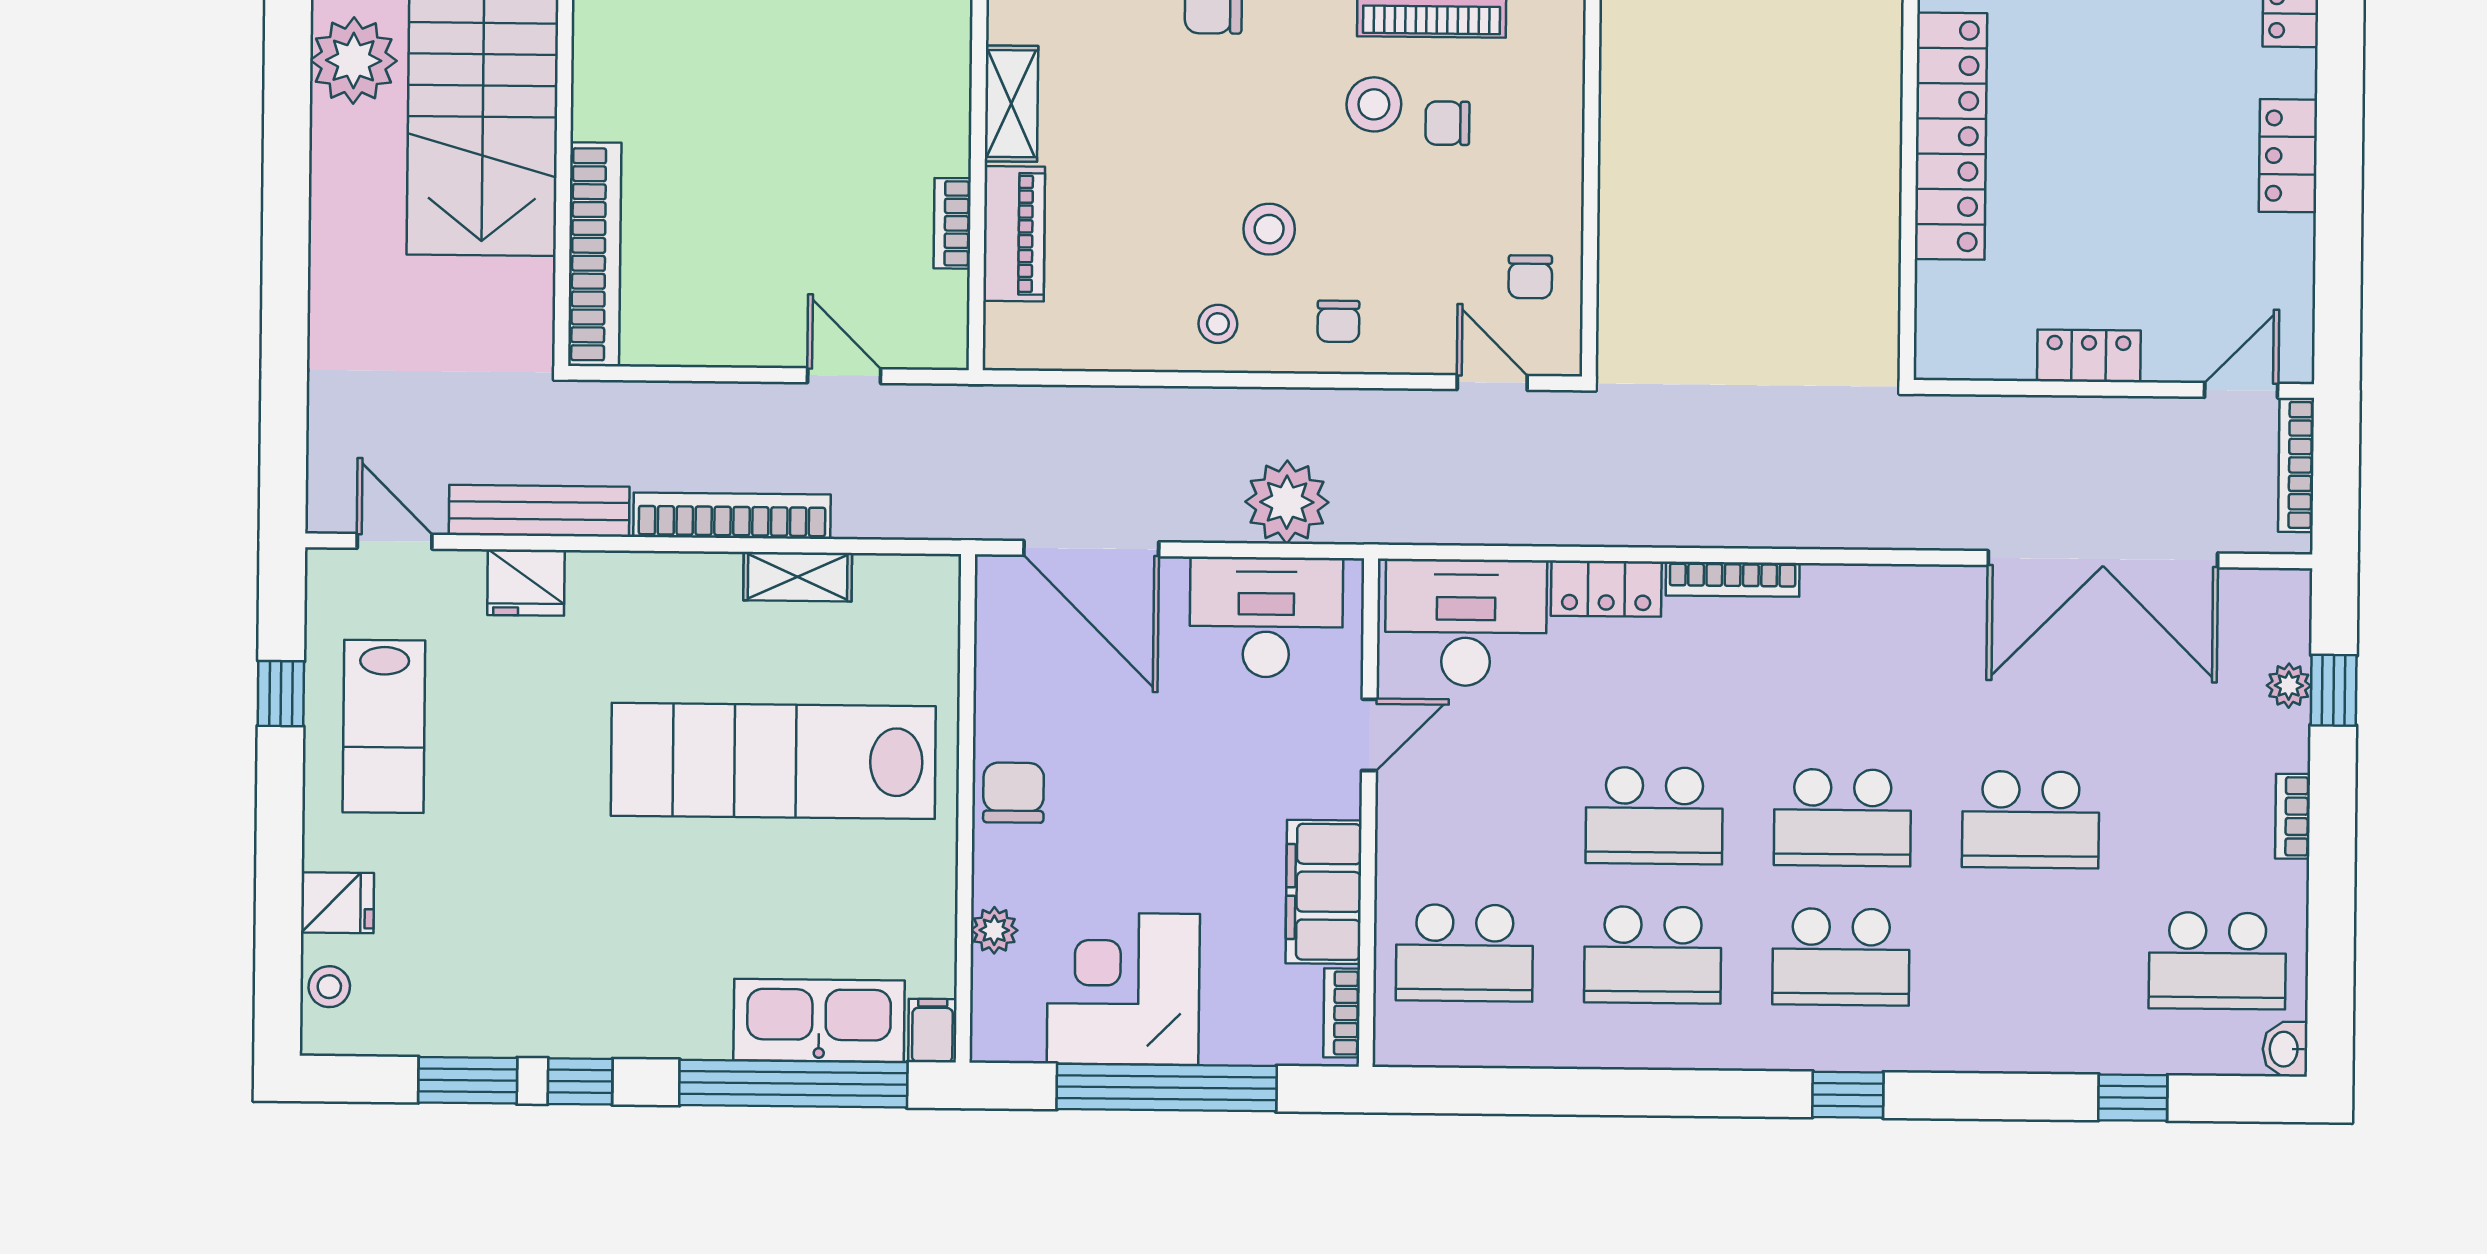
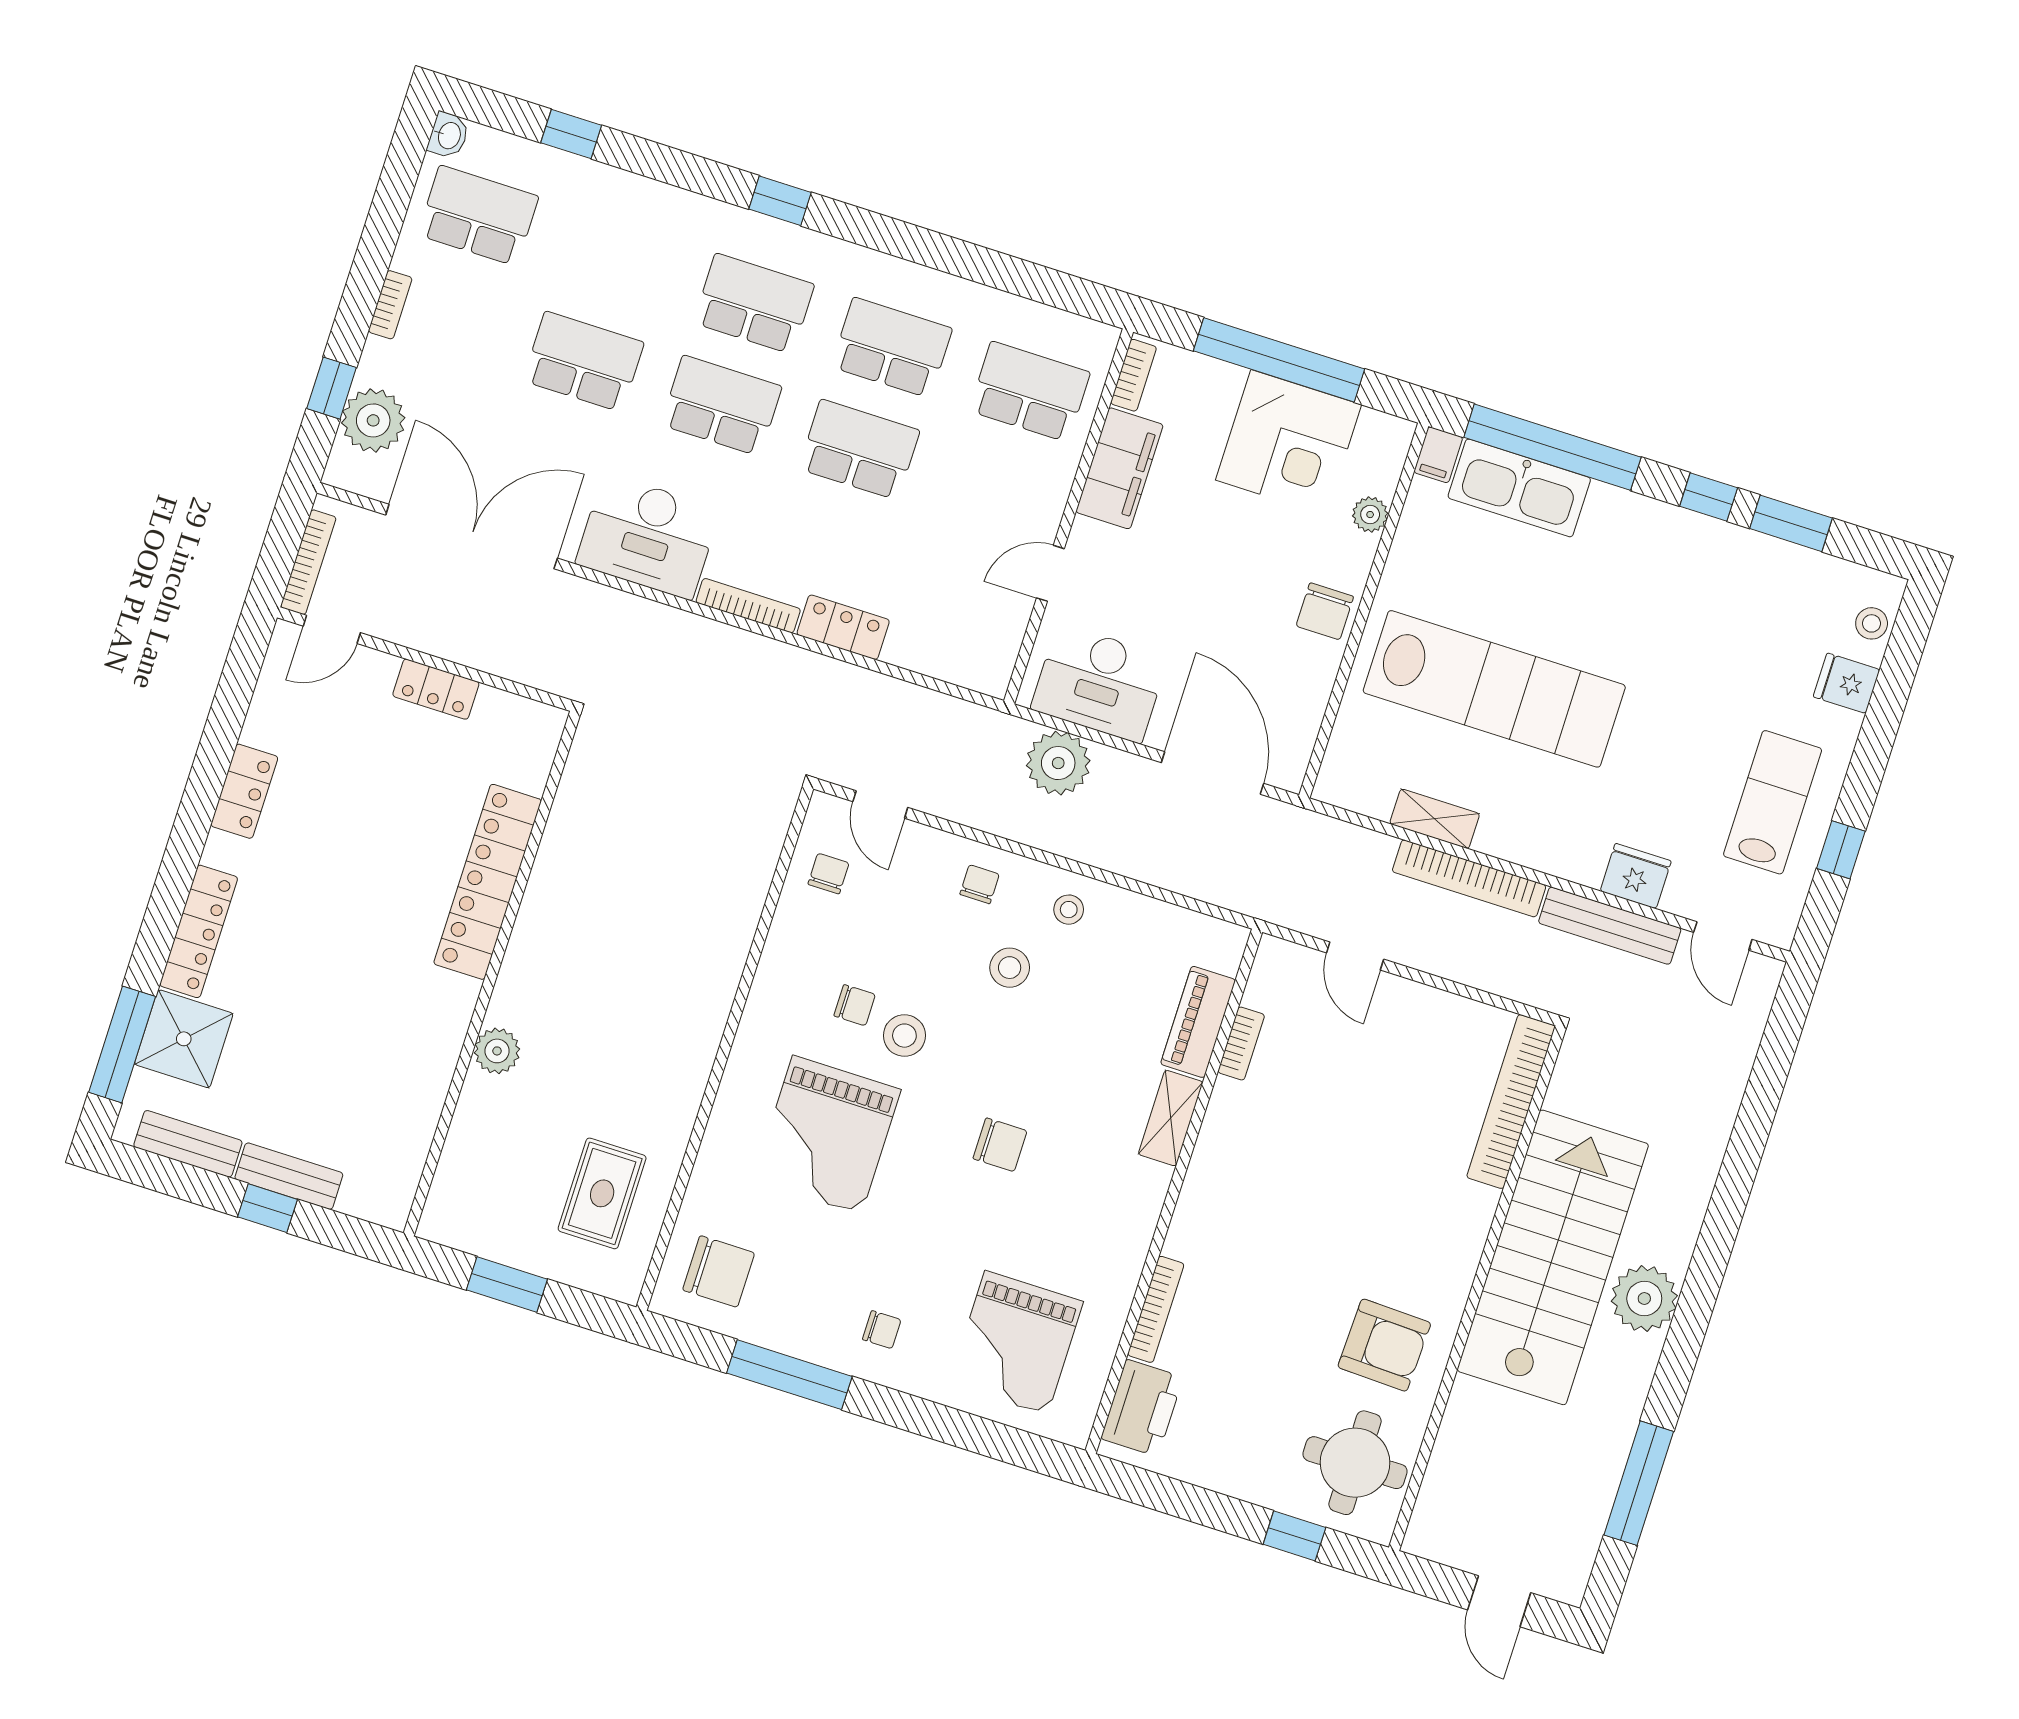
desk: (1466, 623) -> (648, 536), moved
plant: (2289, 686) -> (373, 420), width x1.88, depth x1.88

